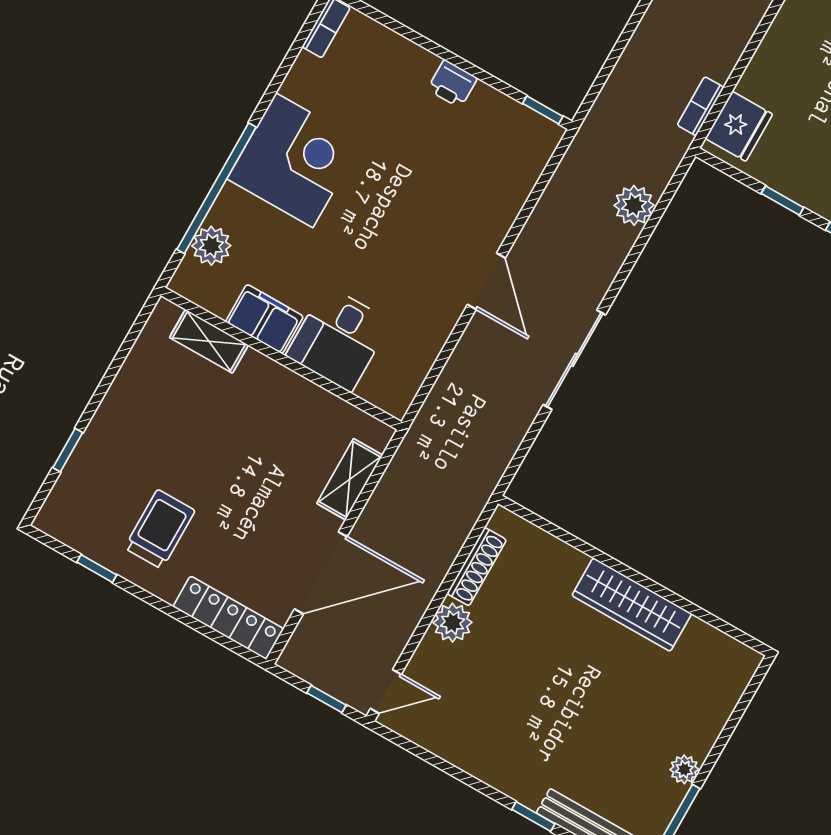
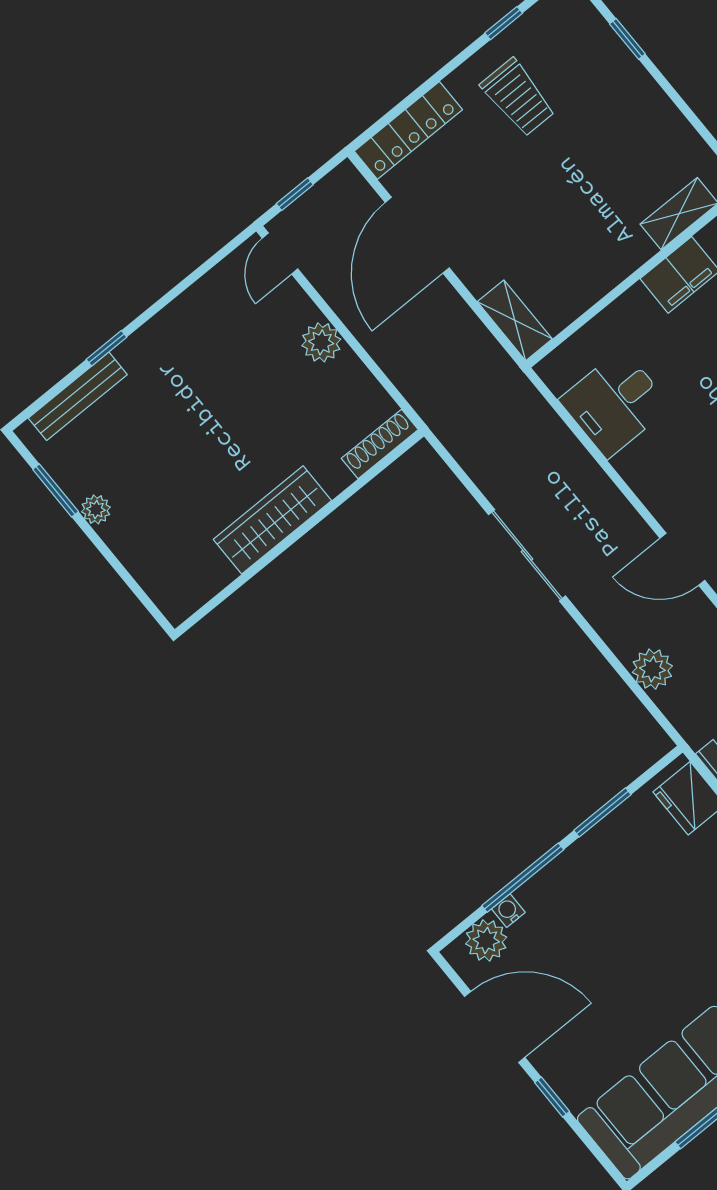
window: (782, 200) -> (602, 812), width x1.50
door: (486, 281) -> (682, 559), moved
desk: (338, 339) -> (615, 403), moved, turned -90
shelving: (350, 479) -> (515, 320), moved
shoe rack: (477, 567) -> (380, 444), moved, turned 90

